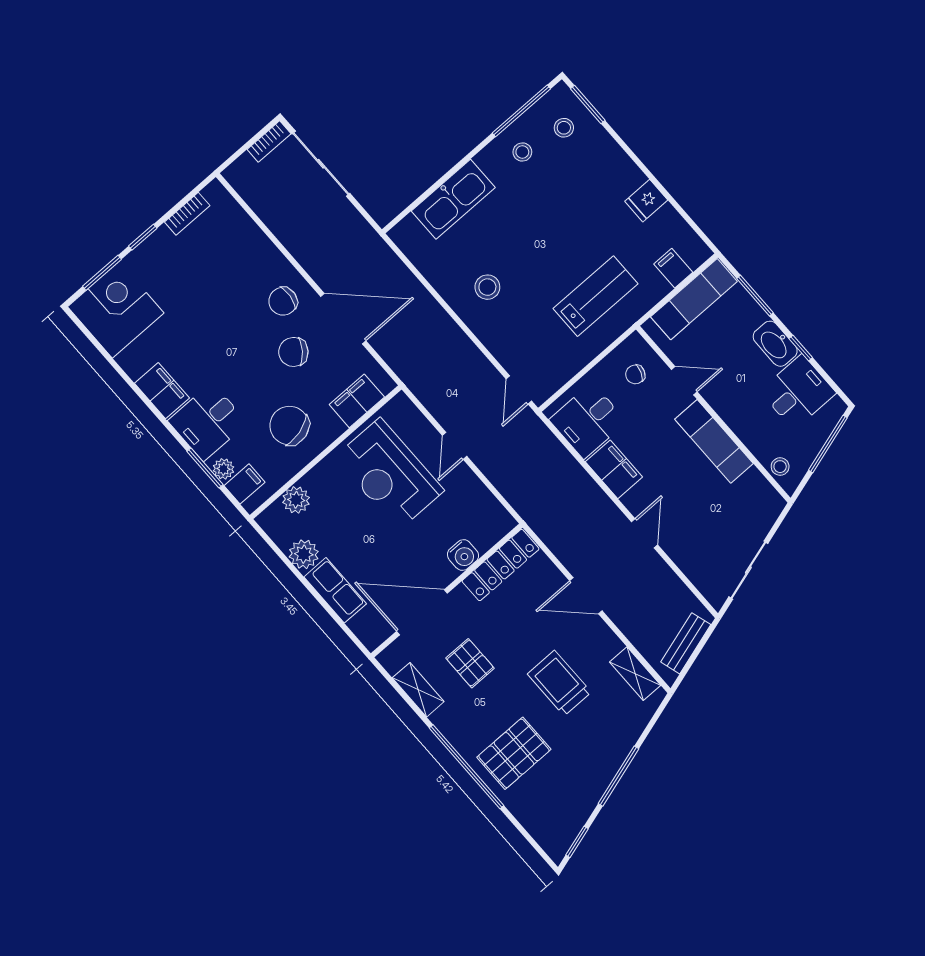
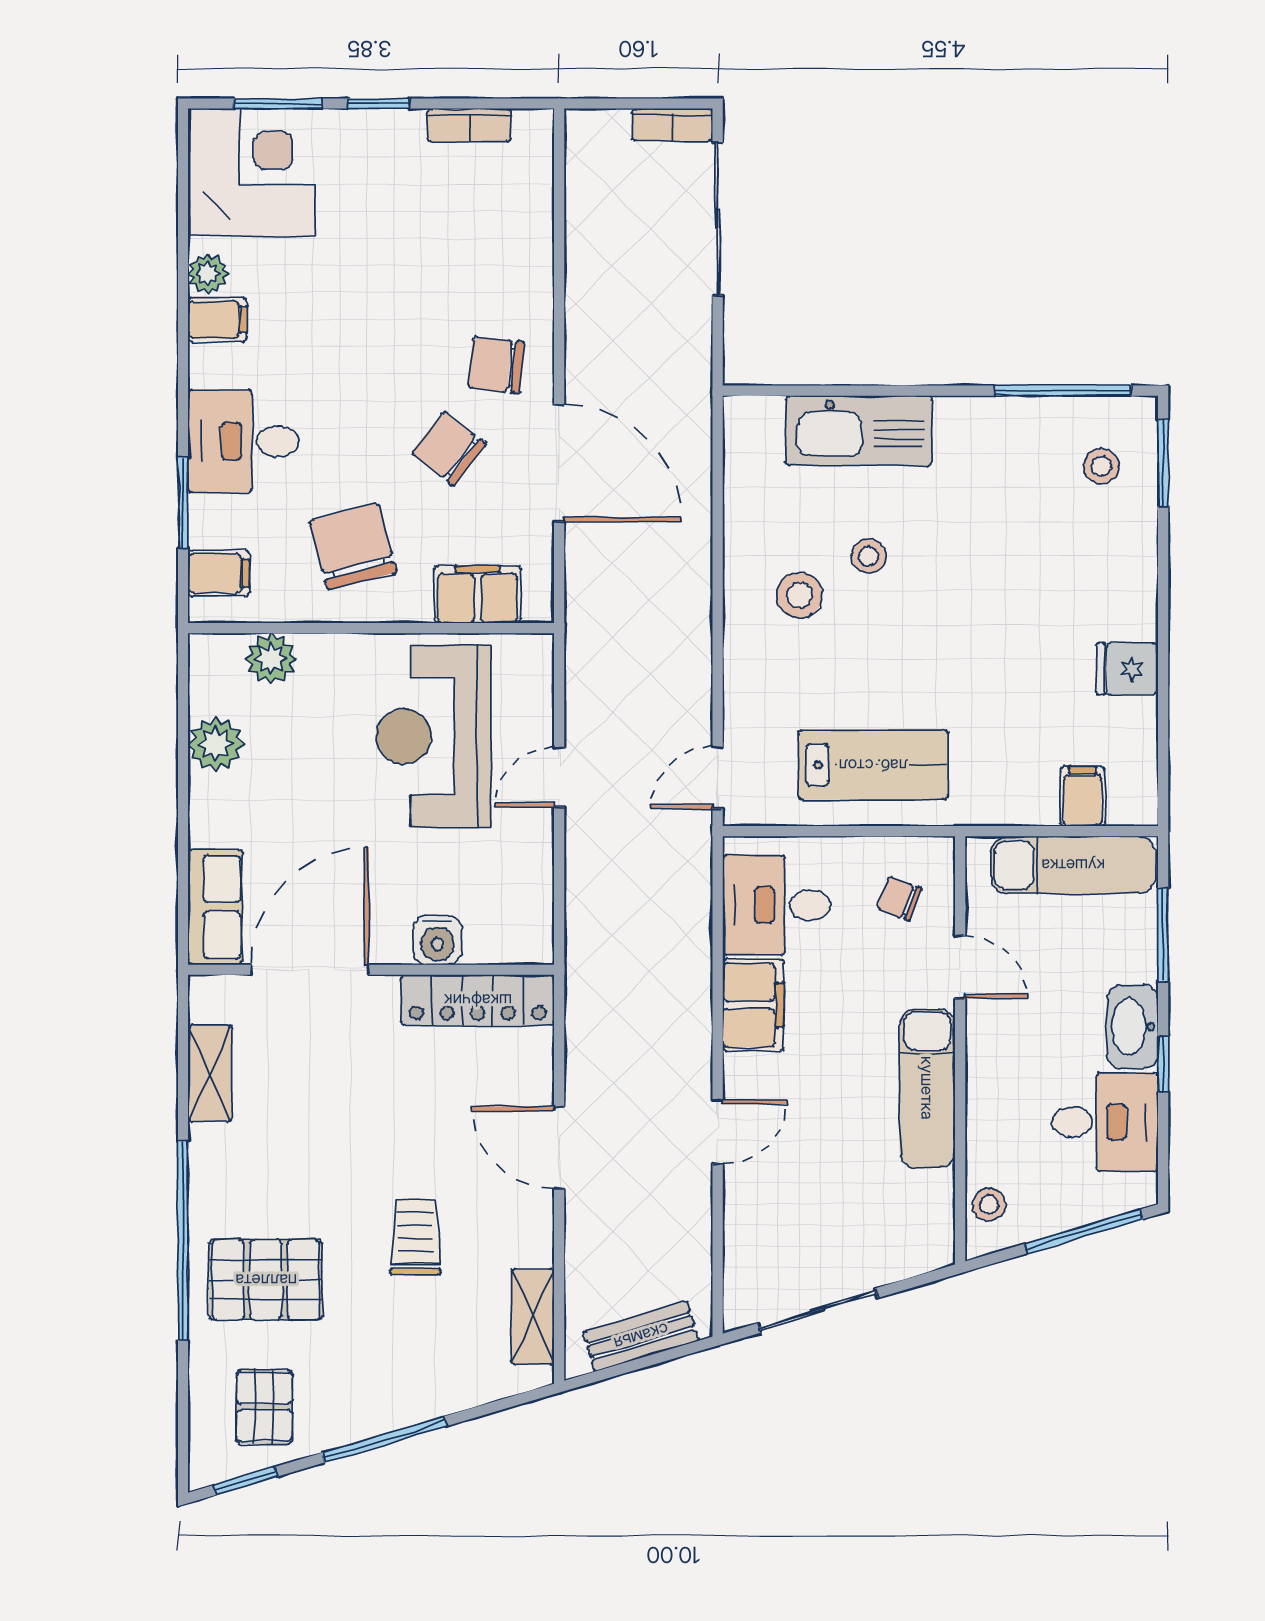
stool: (522, 152) -> (868, 556), moved
lab bench: (595, 296) -> (873, 765), moved
filing cabinet: (162, 391) -> (217, 319), width x0.50
plant: (223, 469) -> (208, 274), moved
row of seats: (335, 590) -> (215, 907), moved
door: (422, 612) -> (310, 970), hinge flipped
pallet: (470, 663) -> (264, 1407), moved
trolley: (559, 683) -> (415, 1237), width x0.73, depth x0.72

